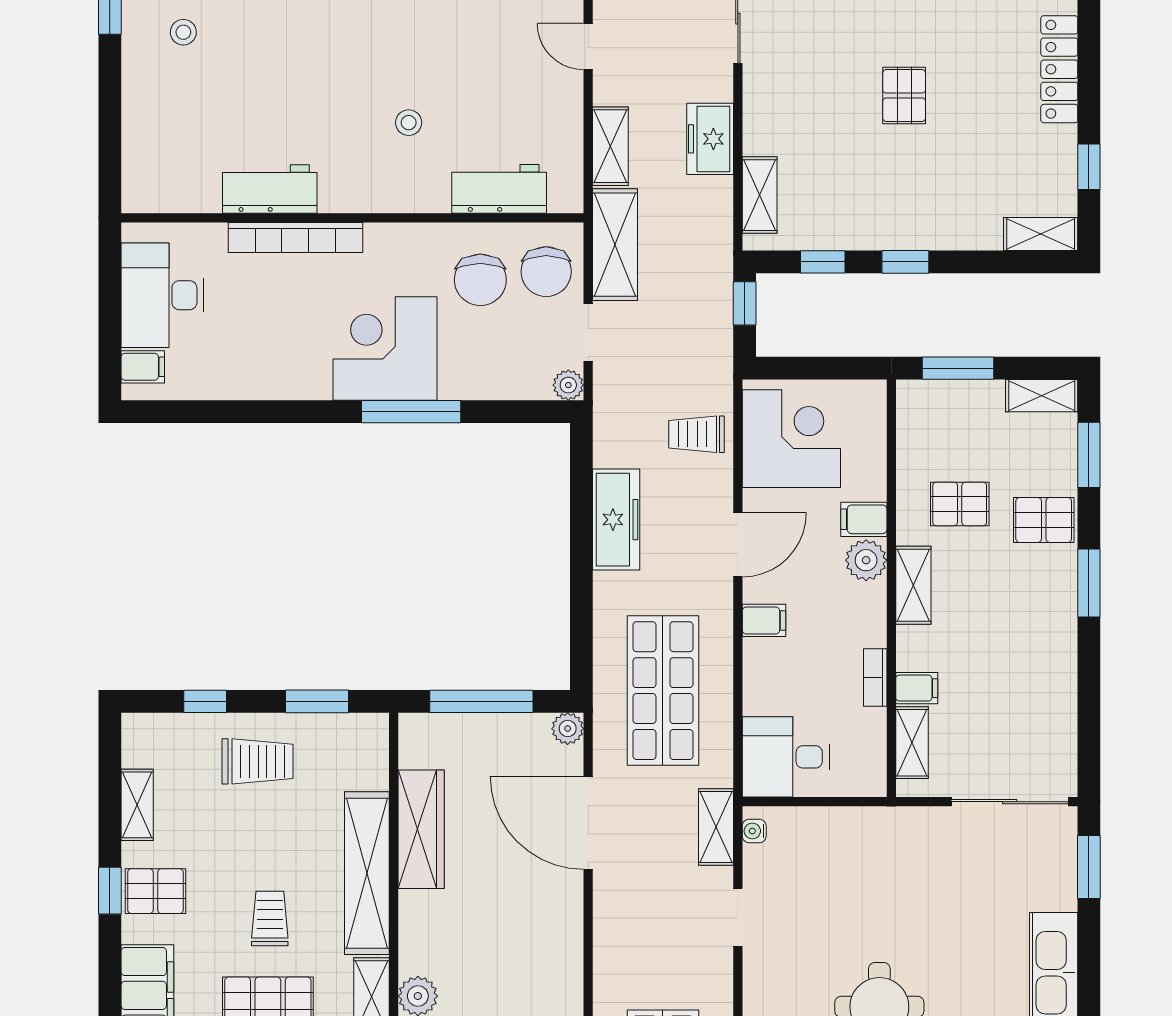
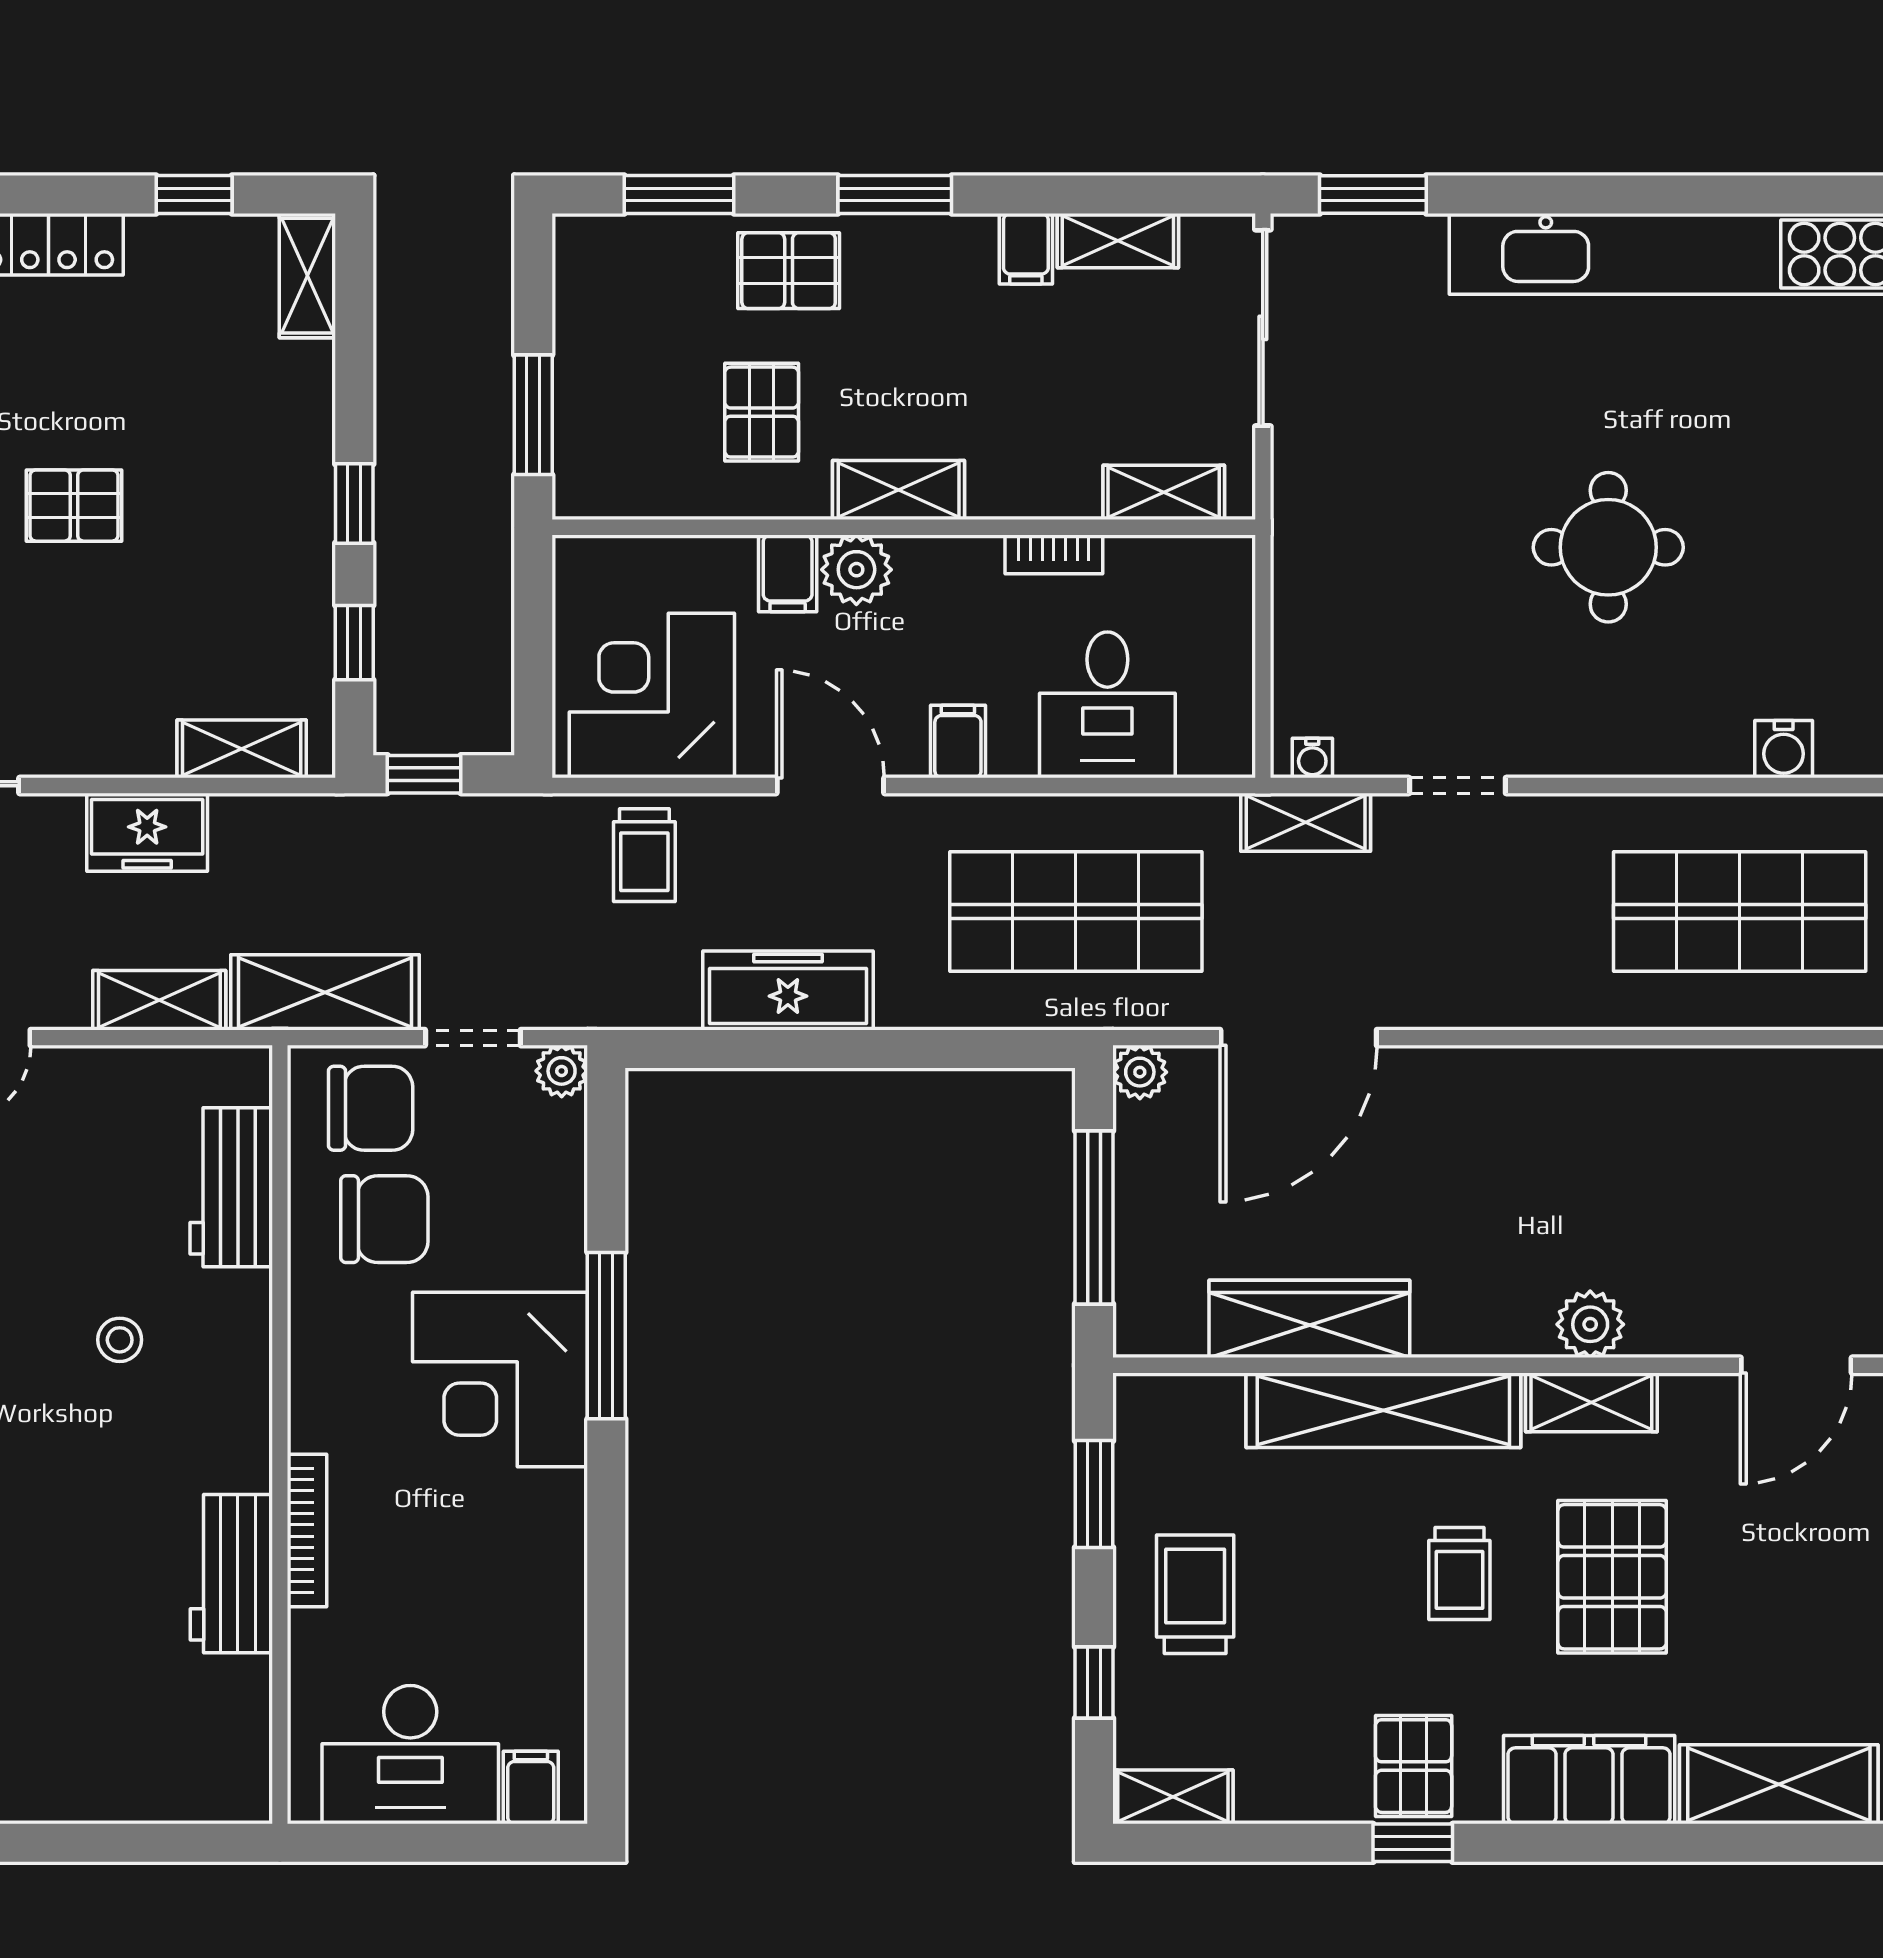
bookcase: (295, 238) -> (307, 1530), width x0.68, depth x0.76
shelving: (1042, 396) -> (1118, 241), moved, turned 90
pallet: (1044, 520) -> (789, 271), turned 90
filing cabinet: (917, 688) -> (1026, 249), moved, turned 180
desk: (786, 757) -> (1107, 705), moved
shelving: (137, 805) -> (1173, 1797), moved
trolley: (270, 918) -> (1459, 1573), turned -90

